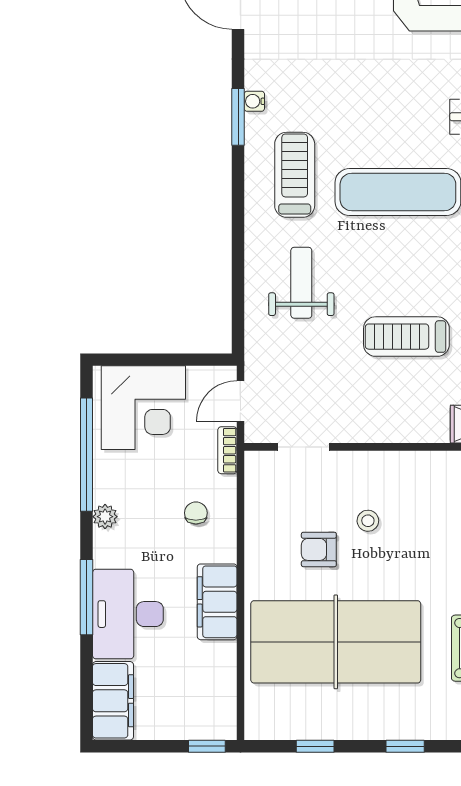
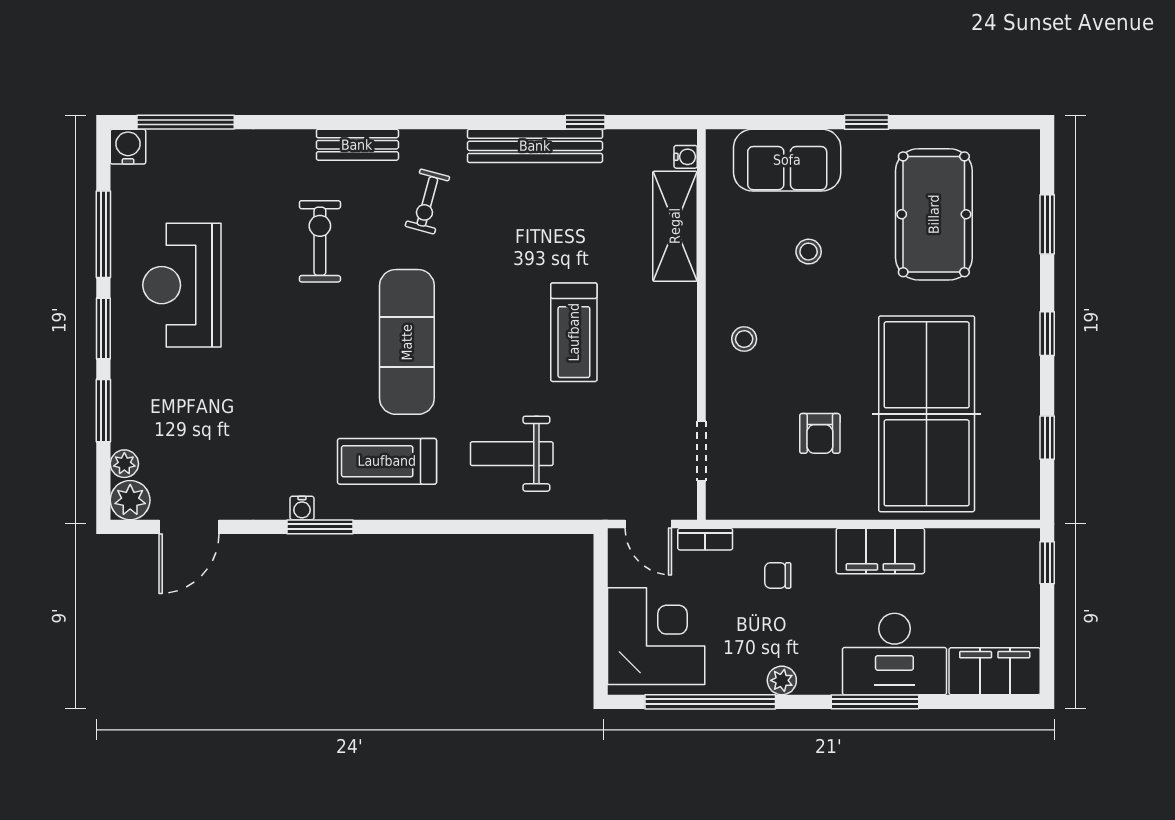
stool: (368, 521) -> (744, 339), moved

